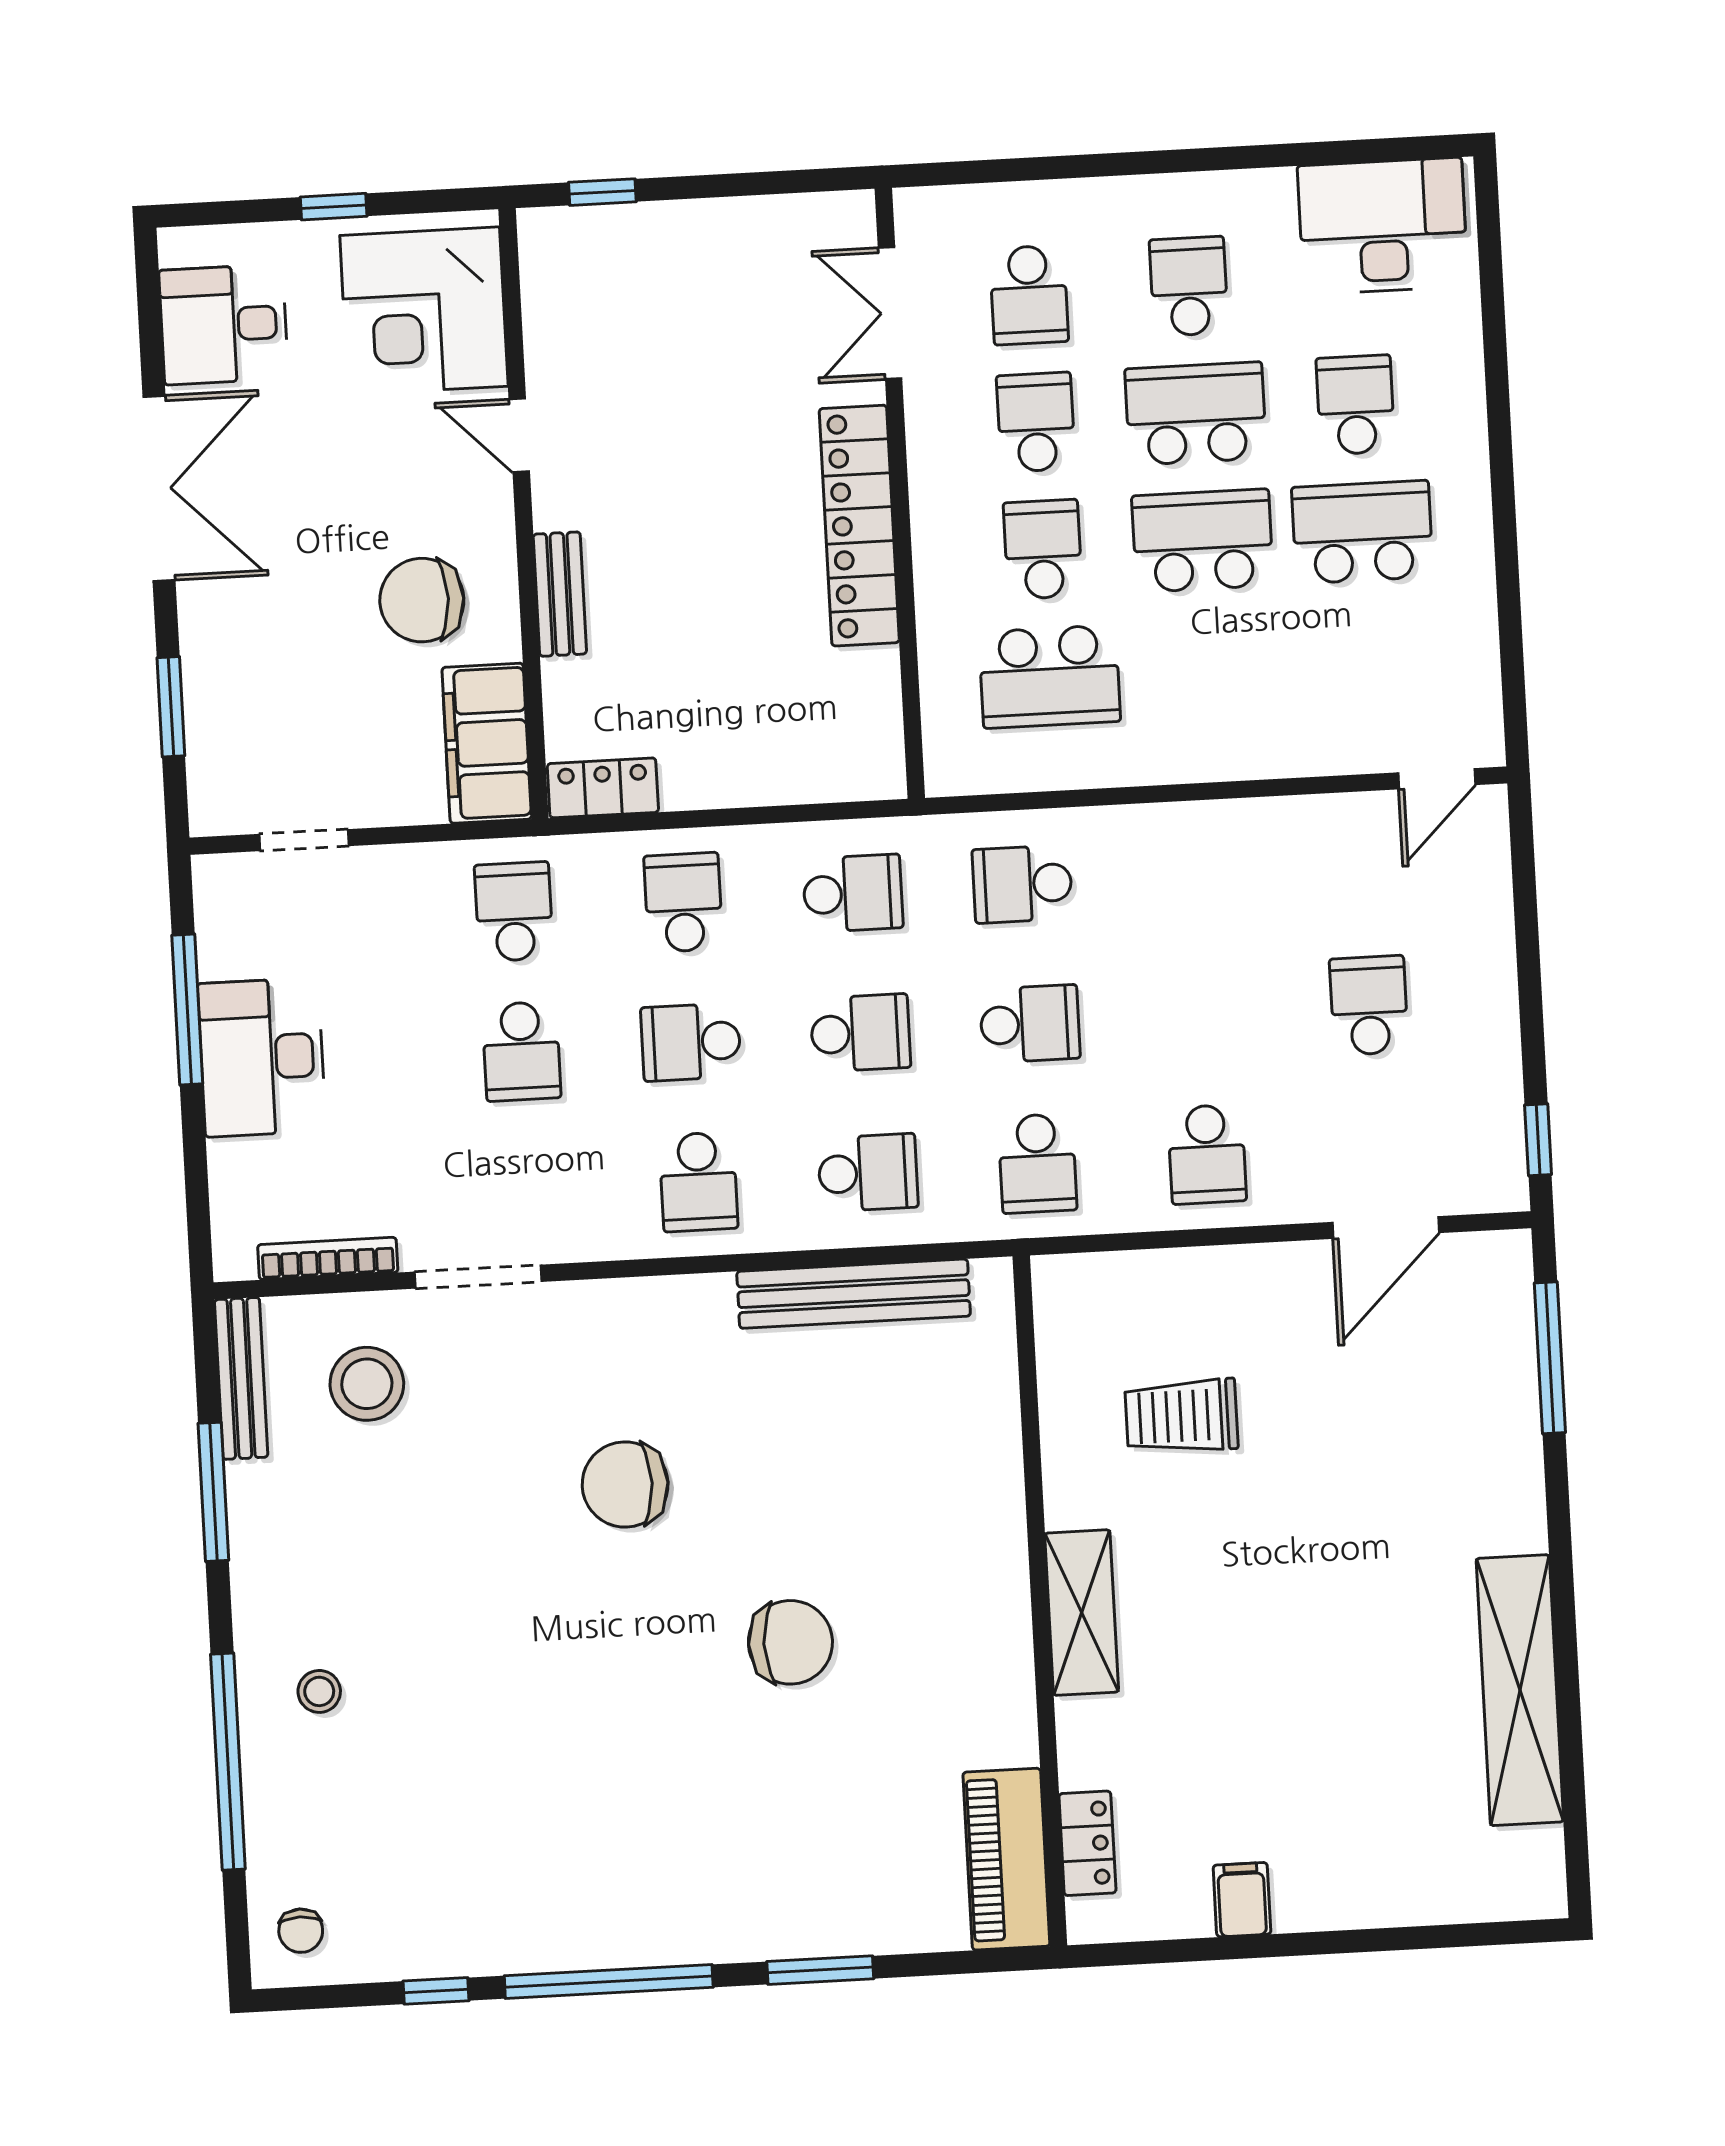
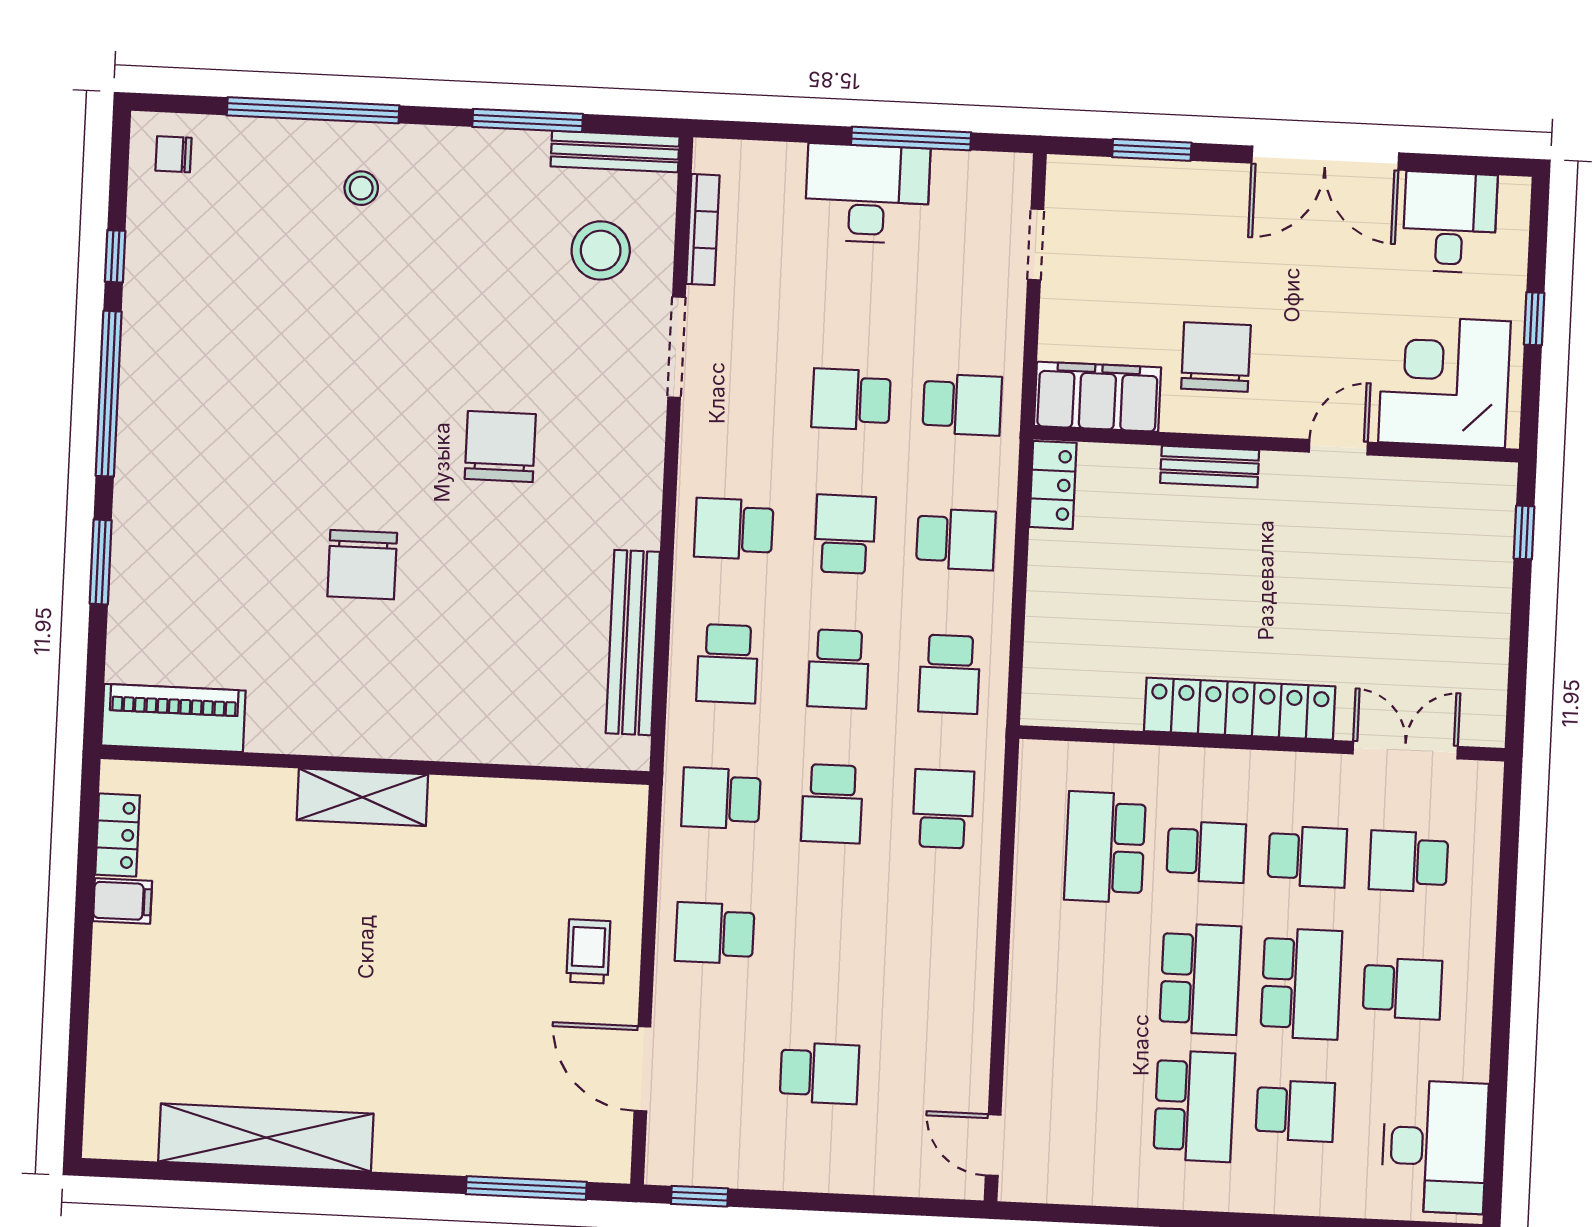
trolley: (1181, 1416) -> (588, 951), moved, width x0.73, depth x0.72
locker: (1087, 1843) -> (117, 835), moved, turned -90

